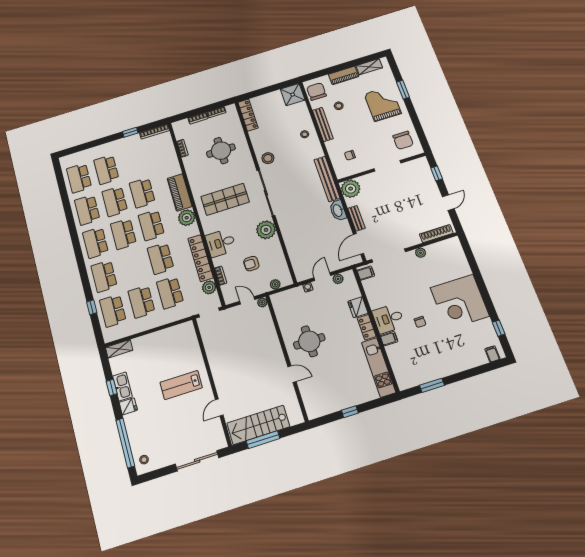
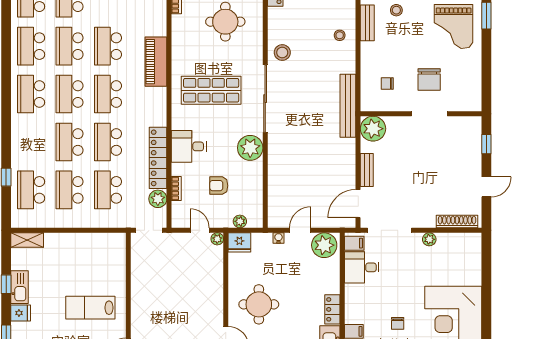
grand piano: (383, 104) -> (454, 26), turned 180
bench: (323, 124) -> (367, 23), width x0.73
chair: (403, 140) -> (429, 80), moved
washbasin: (338, 210) -> (348, 152), removed
plant: (187, 218) -> (155, 99), removed
school desk: (104, 276) -> (70, 142), moved
plant: (338, 279) -> (324, 245), width x1.88, depth x1.88
fridge: (358, 307) -> (239, 242), moved, turned -90
desk: (388, 319) -> (362, 267), moved

